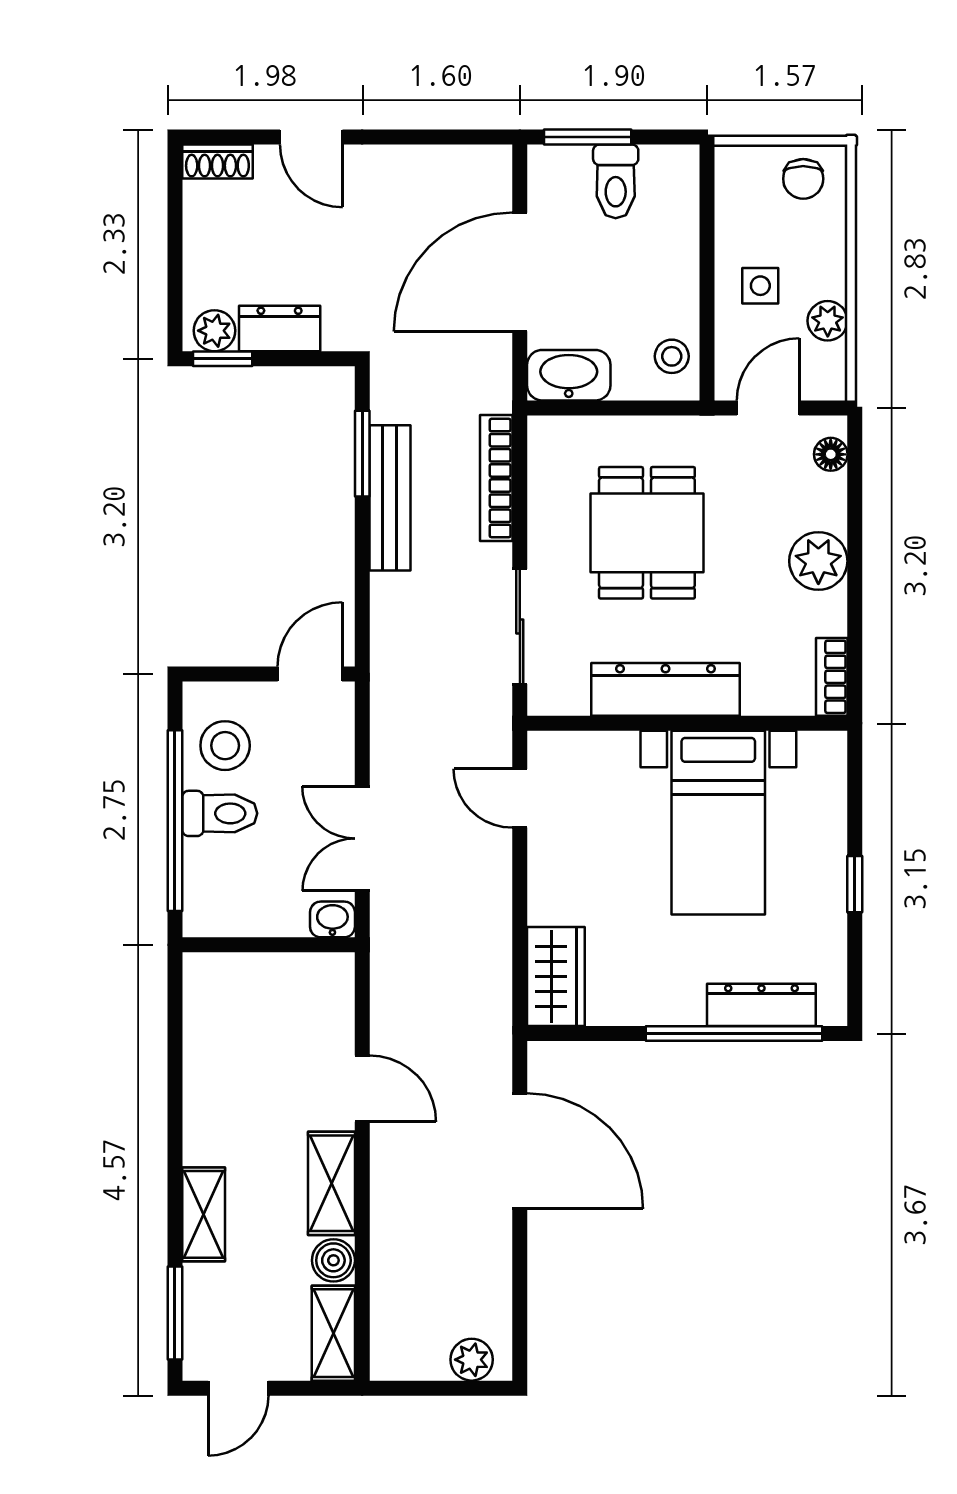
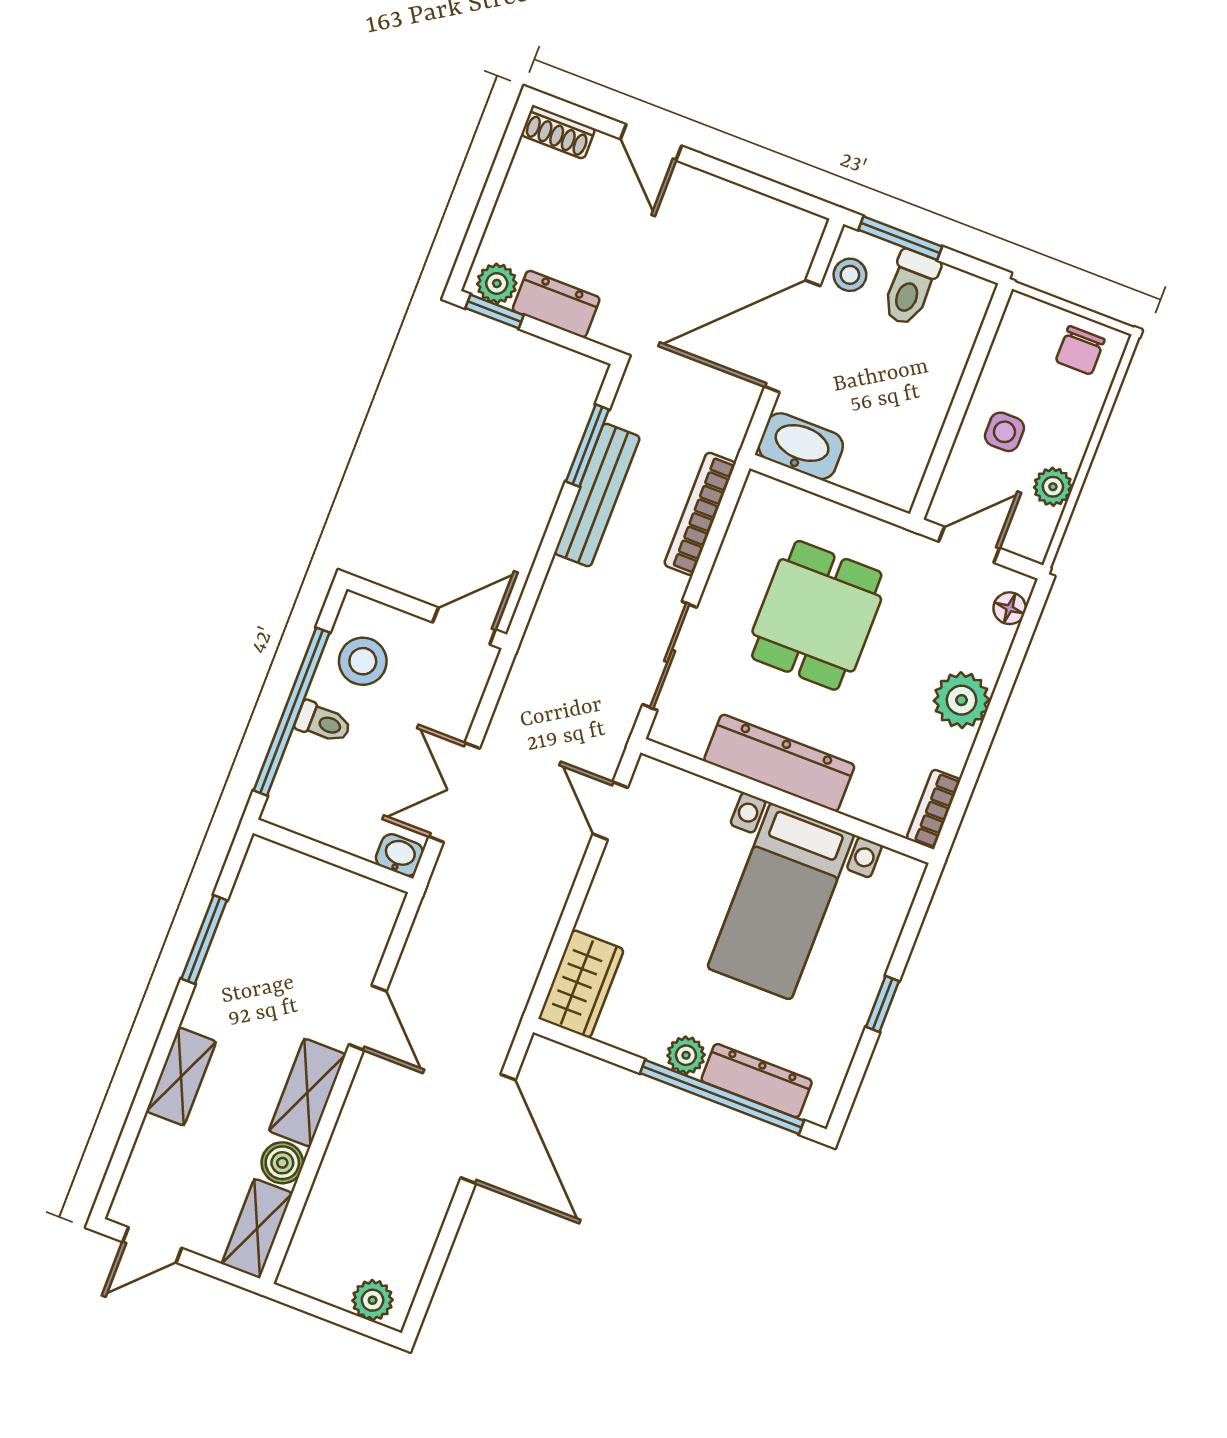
stool: (672, 356) -> (850, 275), moved
toilet: (220, 813) -> (323, 722), width x0.73, depth x0.72
plant: (684, 1007) -> (686, 1055), added
window: (175, 1313) -> (204, 939), moved

